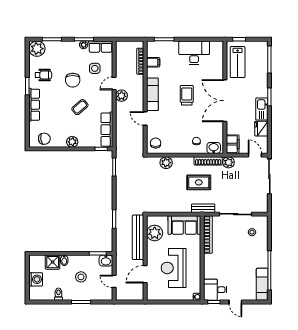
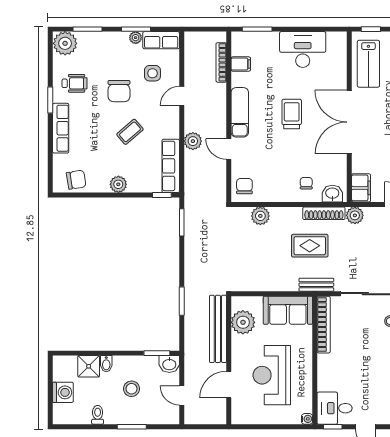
plant: (121, 96) -> (193, 141), moved

